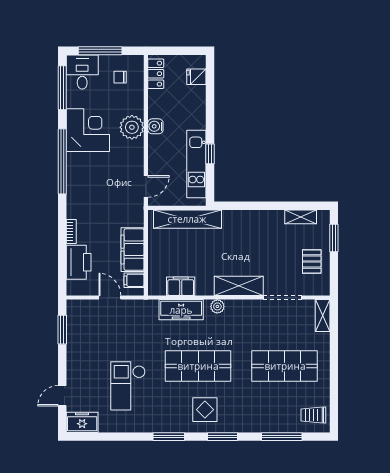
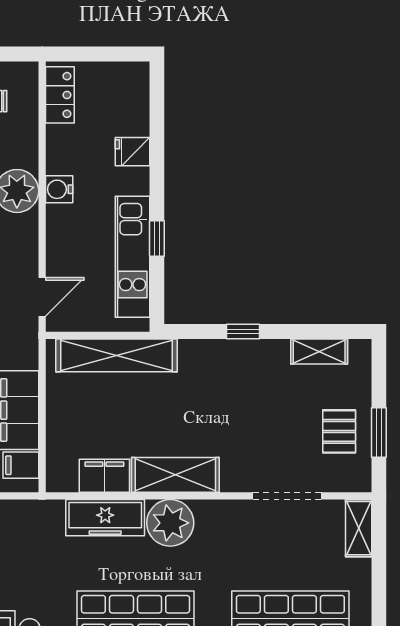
fridge: (196, 77) -> (132, 152), moved
window: (258, 206) -> (243, 331), added
window: (334, 238) -> (379, 432), moved
shelving: (239, 286) -> (175, 475), moved
plant: (217, 306) -> (170, 523), width x1.88, depth x1.88

